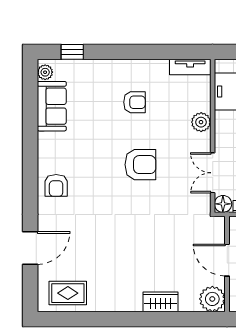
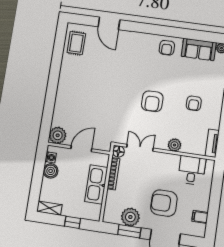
armchair: (56, 185) -> (167, 48), moved, turned -90
wardrobe: (161, 302) -> (61, 102), removed

